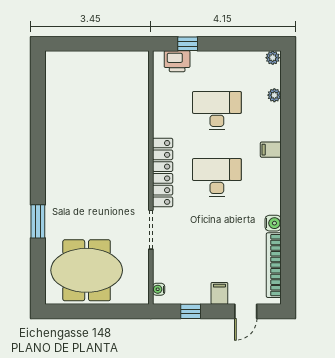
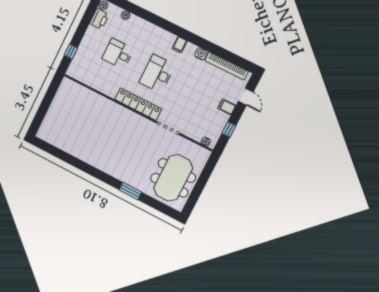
printer: (177, 61) -> (99, 19), moved
desk: (217, 110) -> (118, 54), width x0.73
filing cabinet: (271, 150) -> (180, 45), moved

